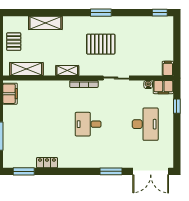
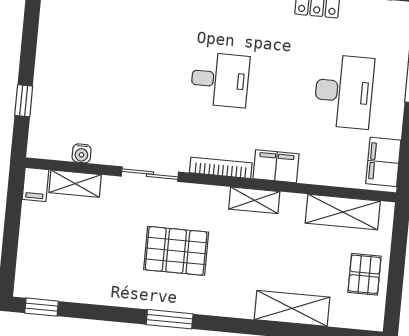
shelving: (150, 70) -> (75, 184), added
filing cabinet: (163, 87) -> (276, 166), moved
desk: (145, 124) -> (344, 91), moved, turned 180

